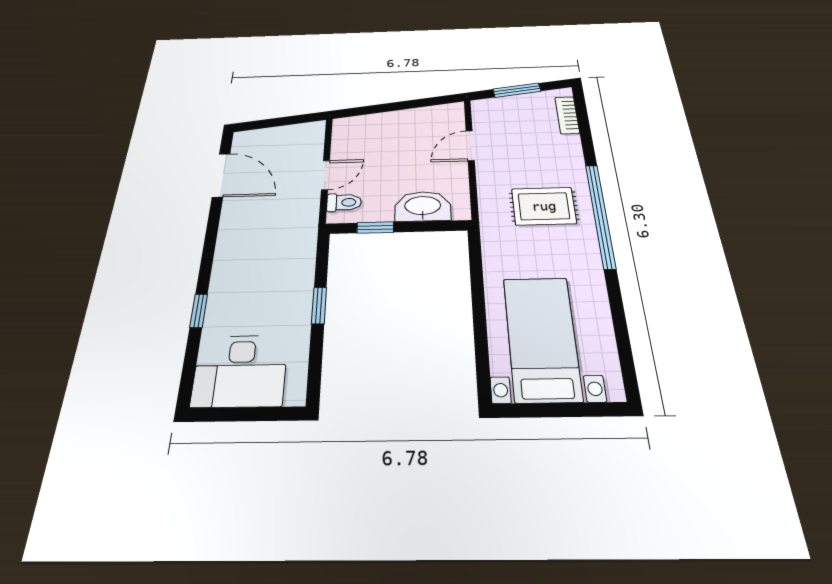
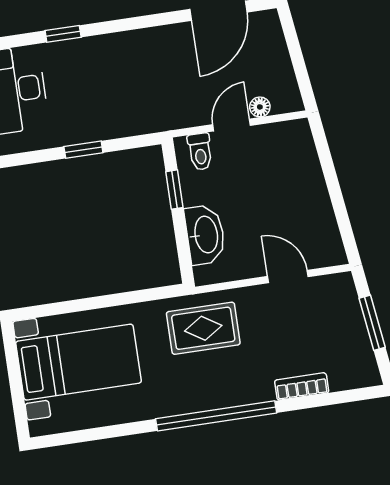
bookcase: (567, 115) -> (302, 386), moved
floor lamp: (315, 152) -> (260, 107), added
door: (325, 175) -> (232, 125), swing flipped
rug: (544, 206) -> (203, 328), moved, turned 90

